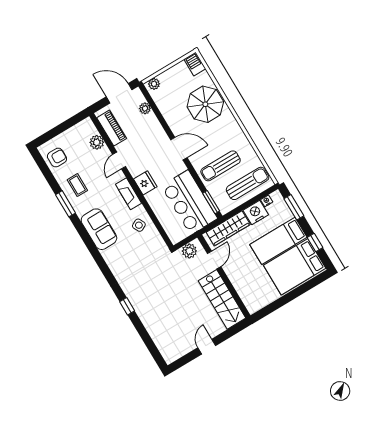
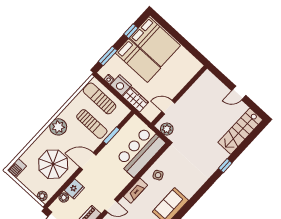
parasol: (205, 104) -> (53, 164), moved
plant: (229, 126) -> (58, 127), added
door: (179, 149) -> (88, 161), hinge flipped
fridge: (145, 183) -> (74, 189), moved, turned 180
bar counter: (189, 202) -> (140, 152), moved, turned 180
window: (211, 202) -> (111, 135), moved
wardrobe: (228, 228) -> (136, 99), width x0.67
stairs: (222, 299) -> (240, 131), moved, turned 180

